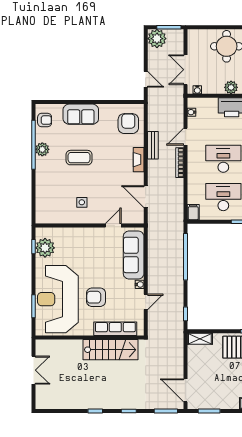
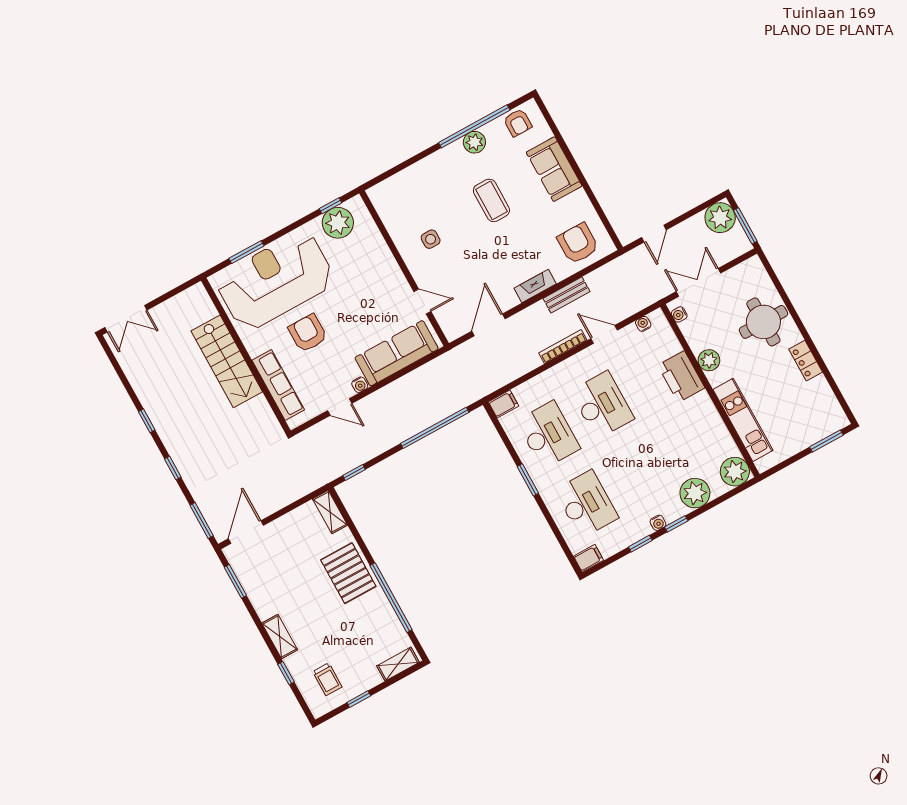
armchair: (128, 124) -> (578, 243), turned -90
stairs: (111, 350) -> (227, 361), moved
double door: (34, 370) -> (126, 319), moved

